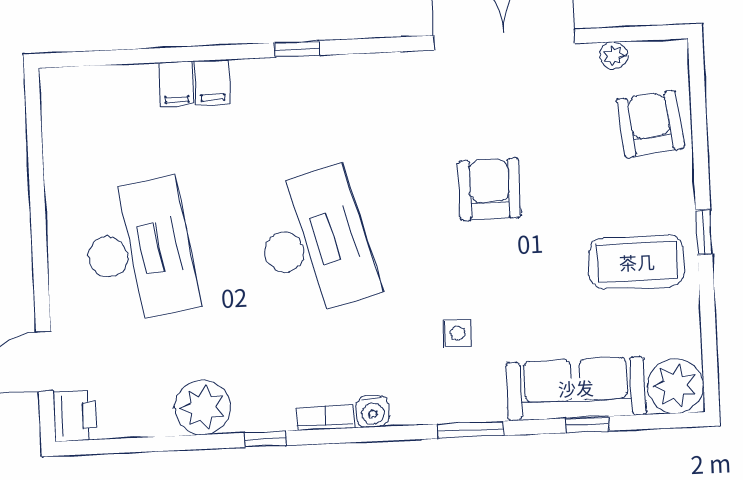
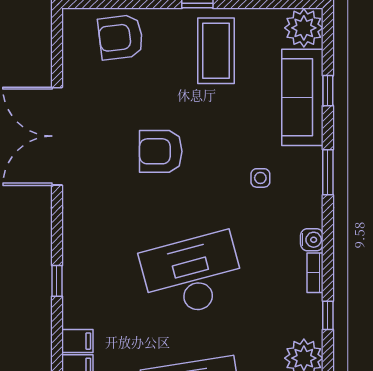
plant: (614, 55) -> (71, 60), removed

